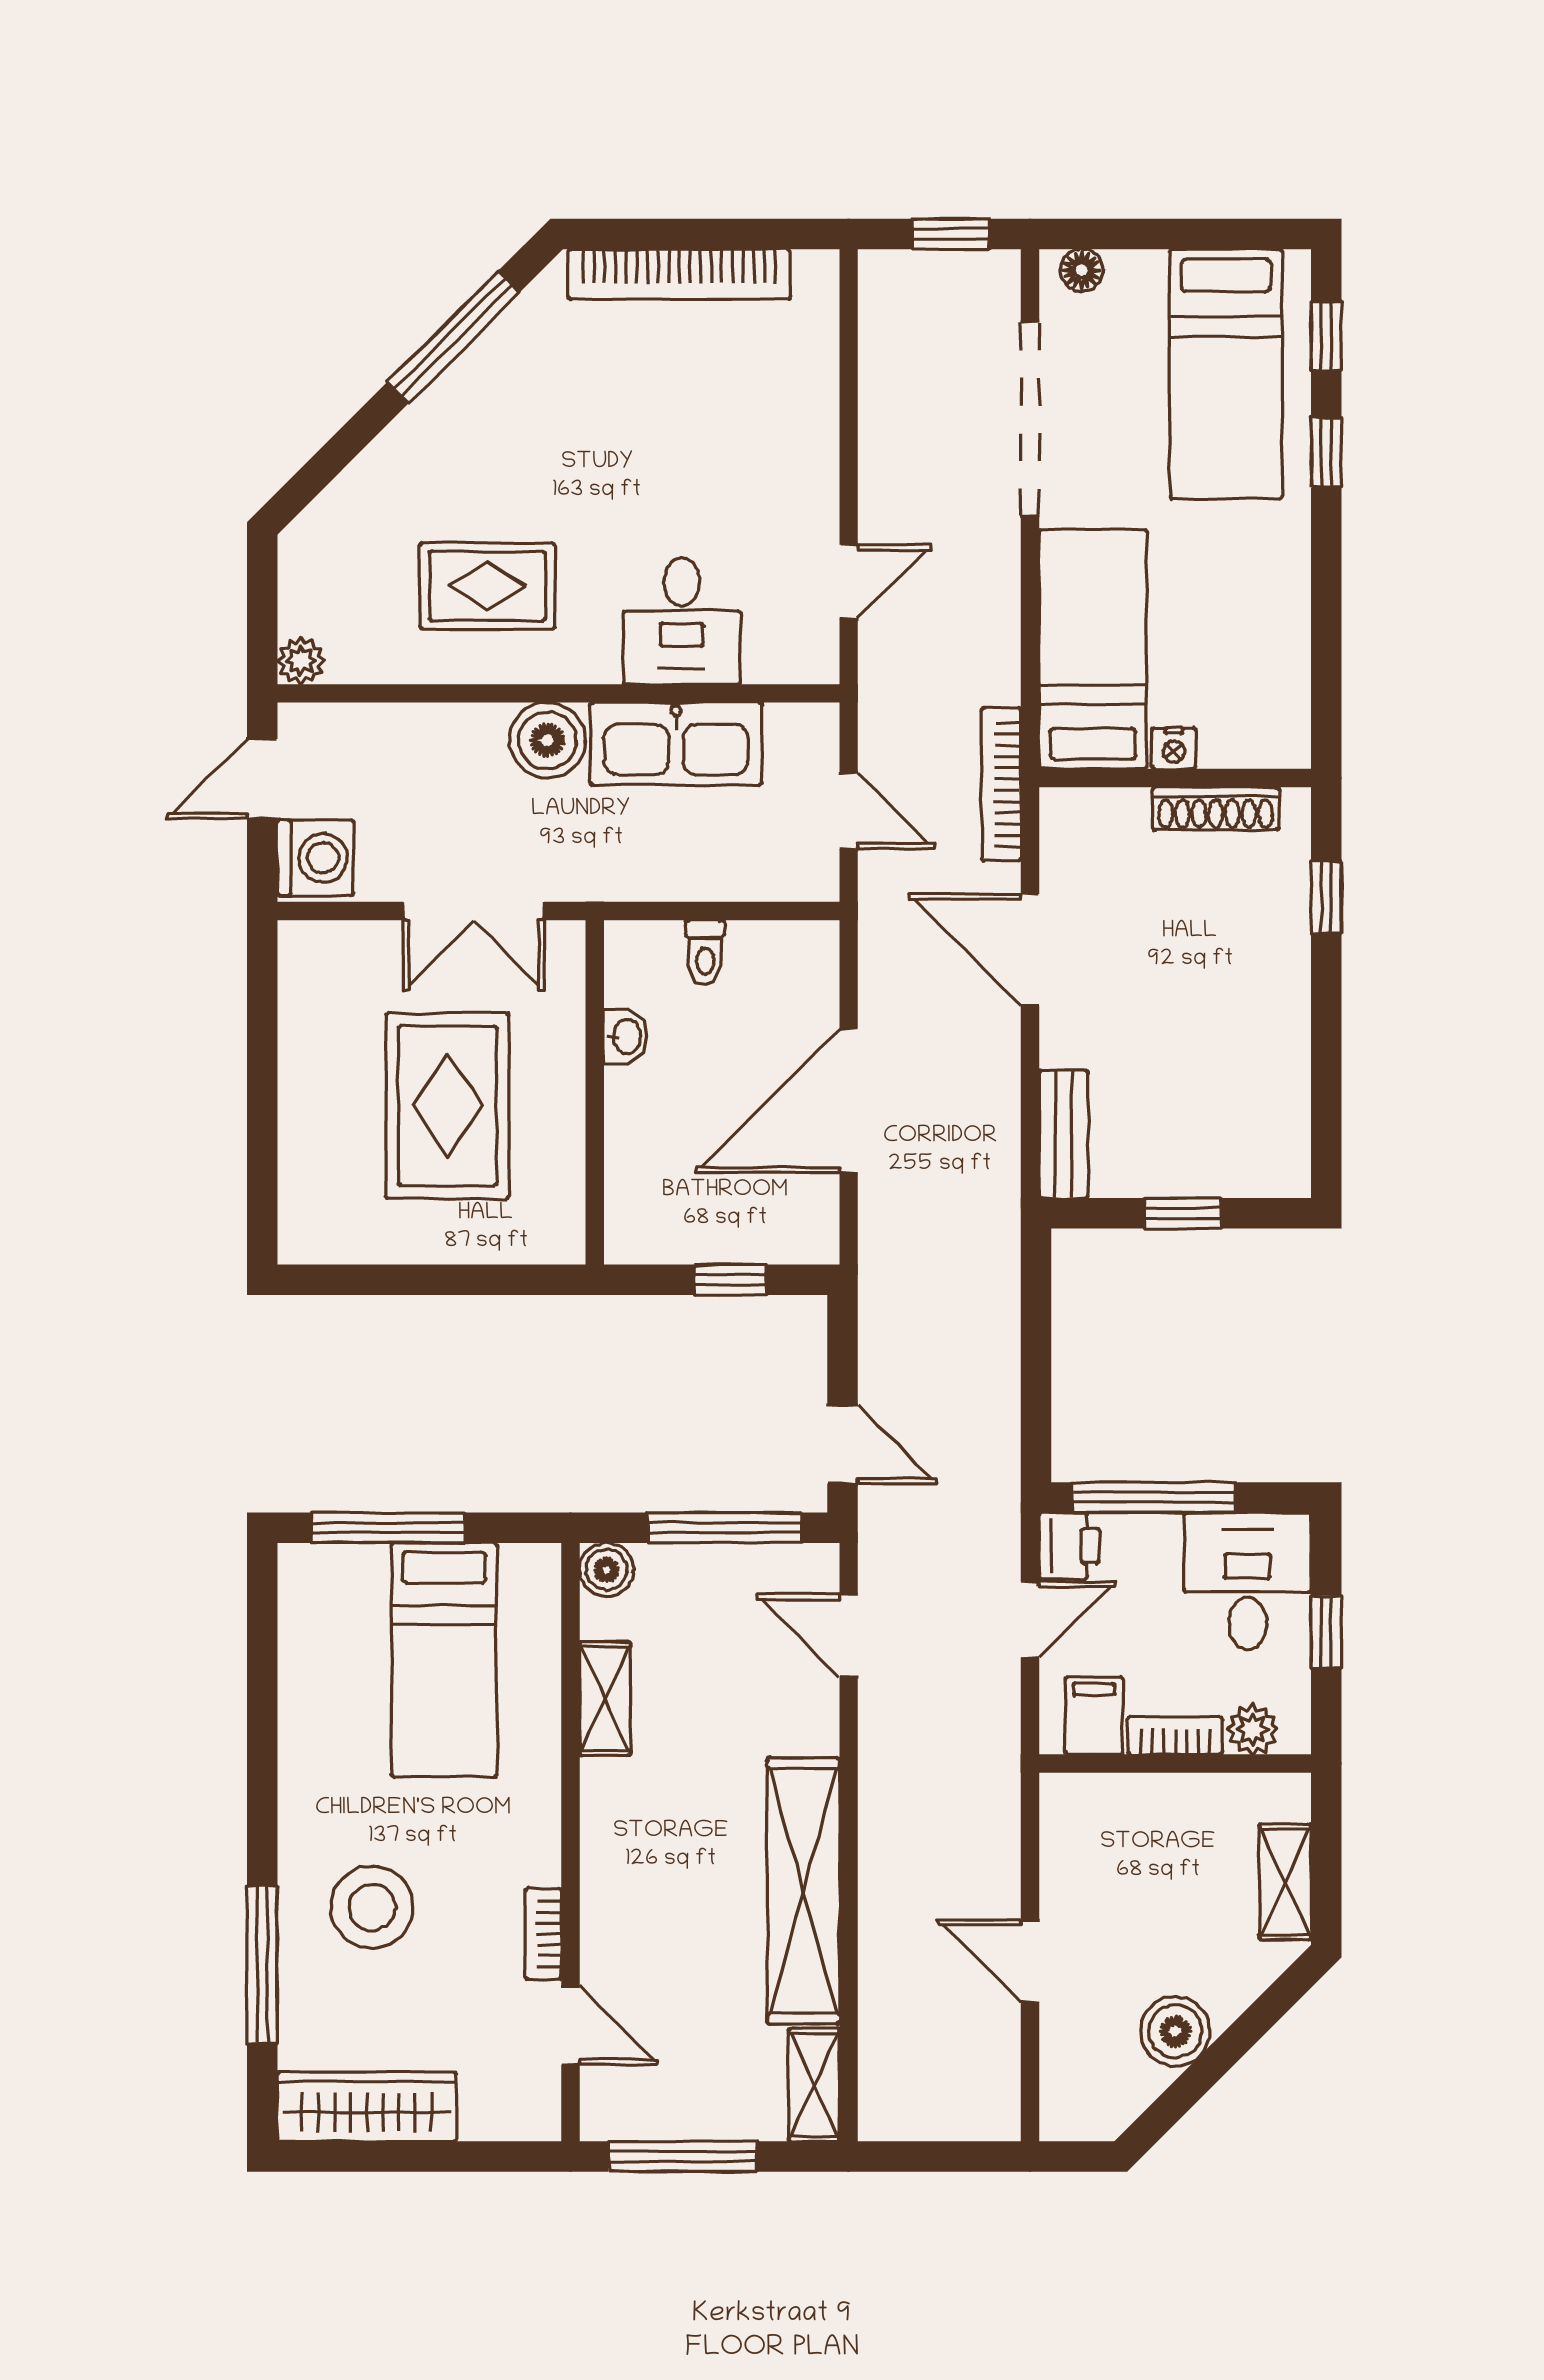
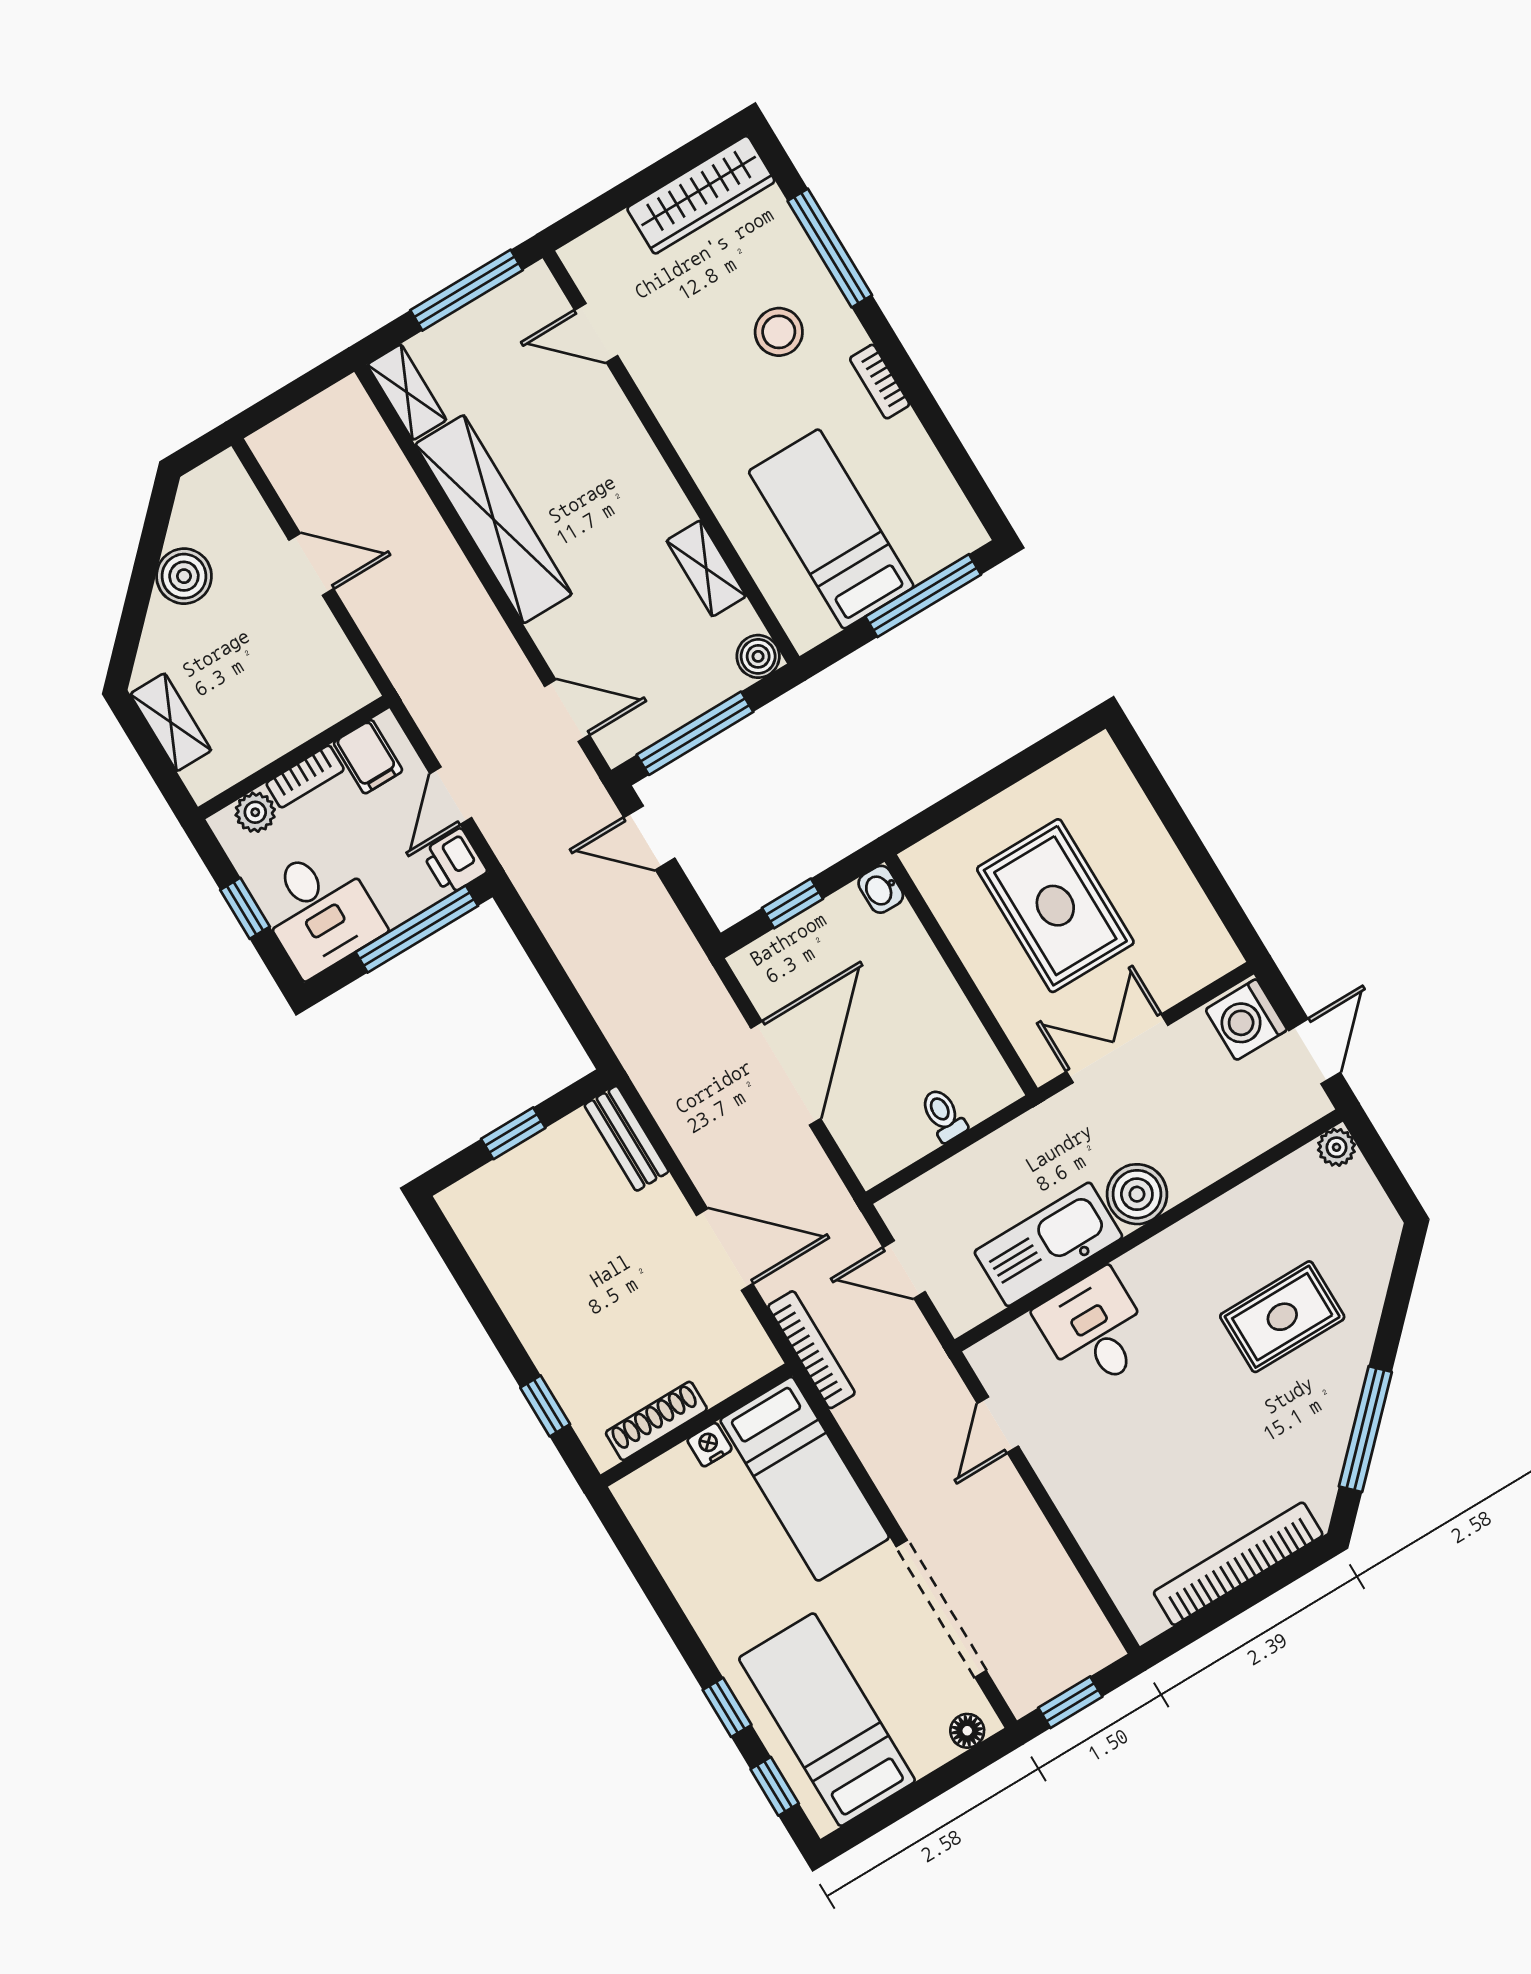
rug: (487, 586) -> (1282, 1317), moved
washbasin: (626, 1036) -> (881, 889), moved
stool: (372, 1907) -> (779, 332), width x0.73, depth x0.73
bookcase: (543, 1934) -> (880, 382), moved, turned 180

